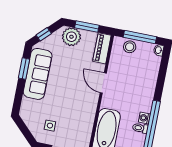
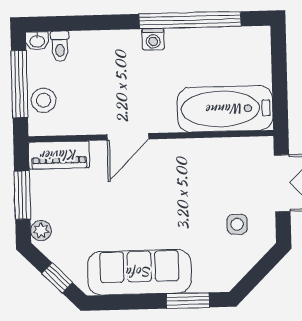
plant: (71, 37) -> (41, 231), width x0.53, depth x0.53
window: (24, 69) -> (188, 300), moved
washing machine: (144, 118) -> (153, 39), moved
toilet: (140, 128) -> (60, 46), moved

